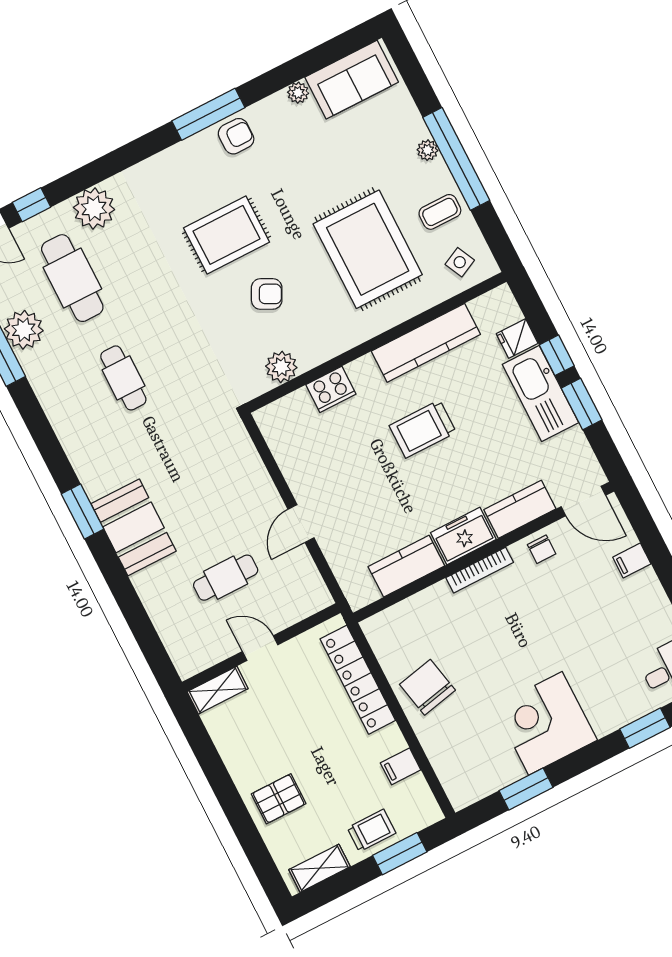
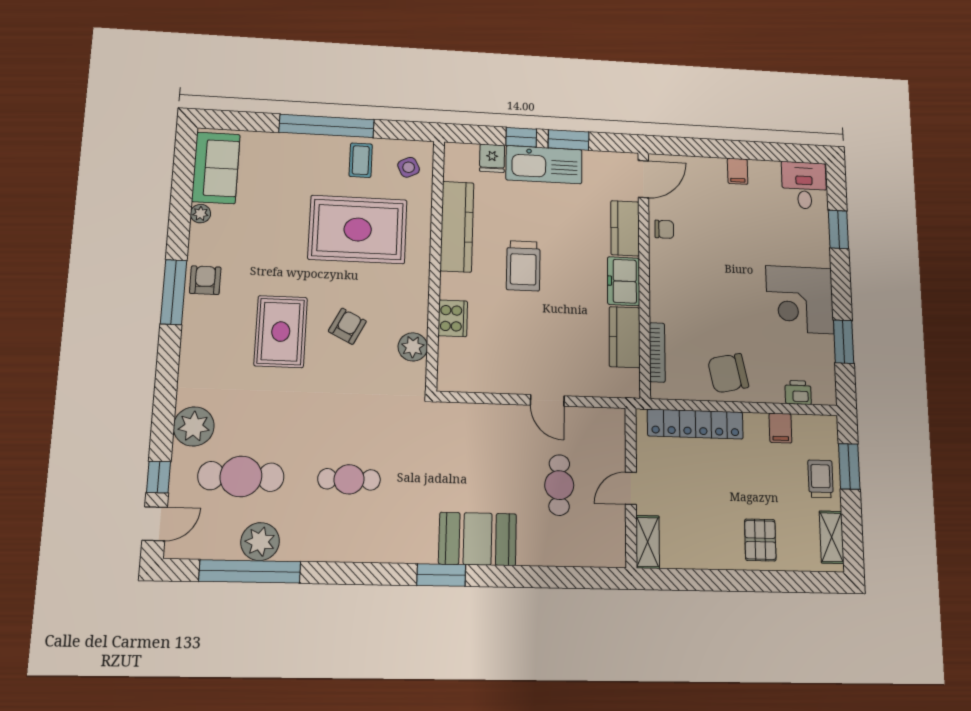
plant: (428, 150) -> (307, 143), removed
filing cabinet: (632, 561) -> (738, 171), moved
bookcase: (480, 570) -> (657, 352), moved
printer: (447, 767) -> (798, 392), added

